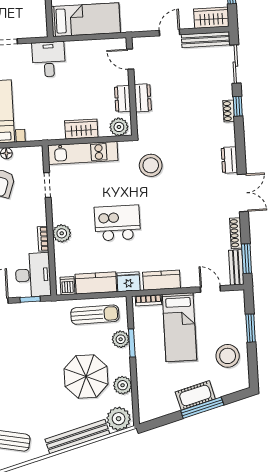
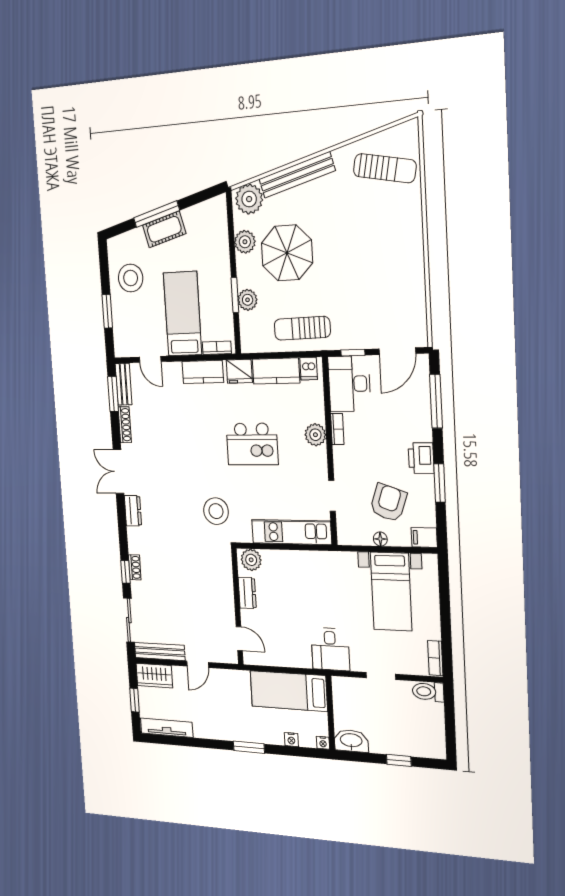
dresser: (143, 98) -> (225, 592), removed
wardrobe: (81, 129) -> (293, 561), removed
sun lounger: (95, 315) -> (302, 328), moved

